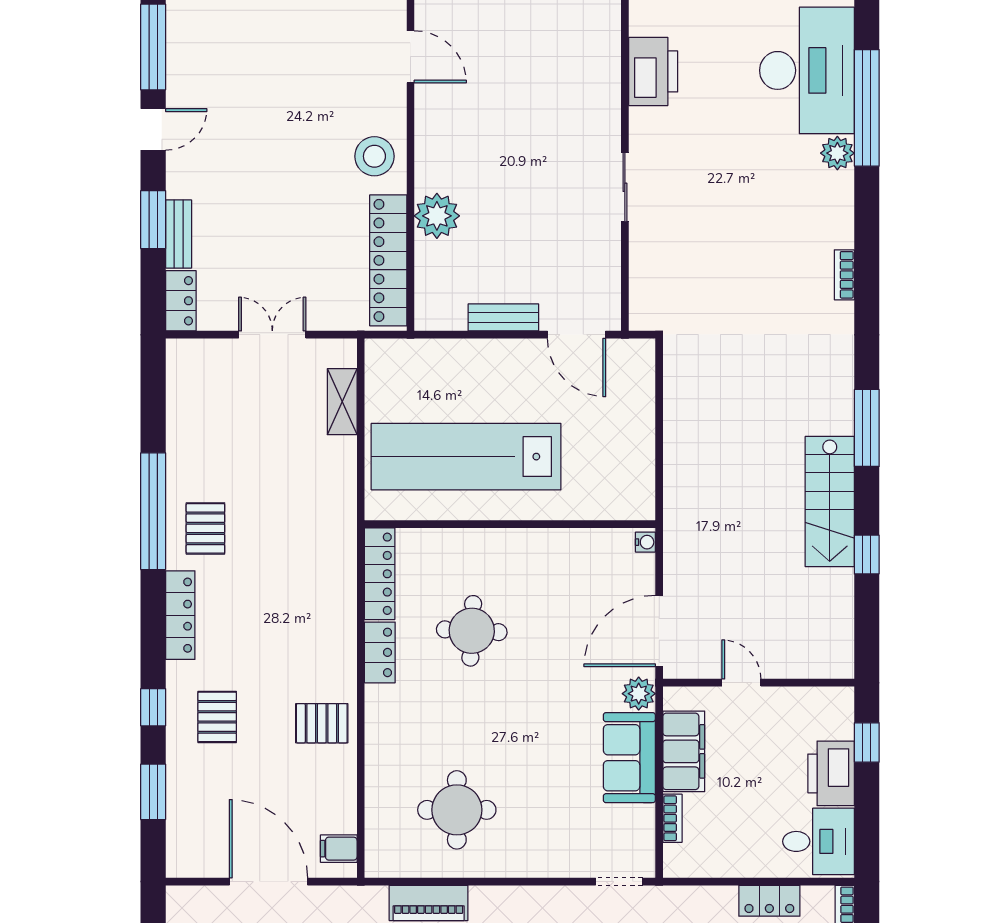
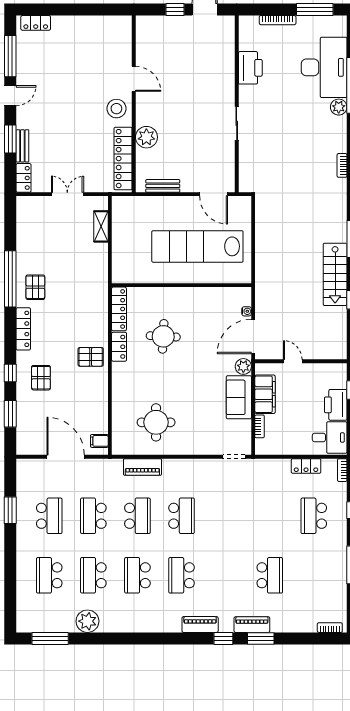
door: (410, 57) -> (134, 79), moved
bench: (503, 317) -> (163, 186), moved
lab bench: (466, 457) -> (197, 246), moved
water cooler: (645, 542) -> (247, 311), moved
pallet: (322, 723) -> (91, 357), moved

